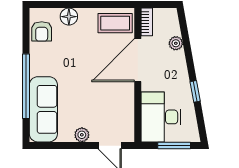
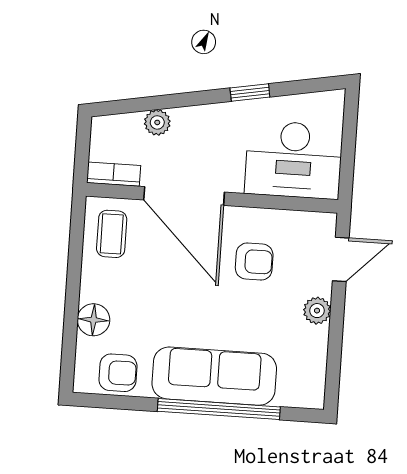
coffee table: (115, 23) -> (112, 234), width x0.73, depth x0.77
armchair: (106, 100) -> (254, 262), added
sofa: (43, 109) -> (214, 376), moved
window: (174, 146) -> (349, 139), removed

